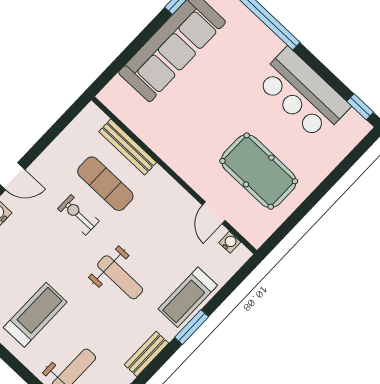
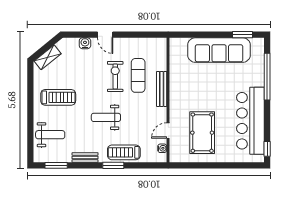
bar counter: (303, 94) -> (250, 121), width x1.36
bench: (128, 147) -> (162, 89), moved
exercise bike: (78, 215) -> (115, 76), width x1.38, depth x1.39
weight bench: (120, 277) -> (106, 117), turned 90

